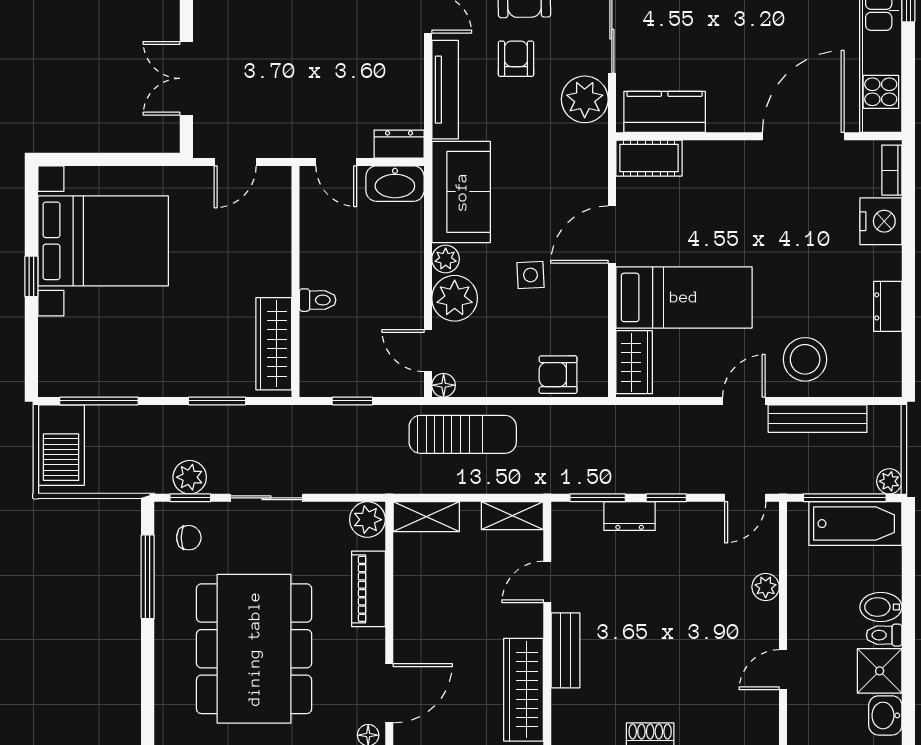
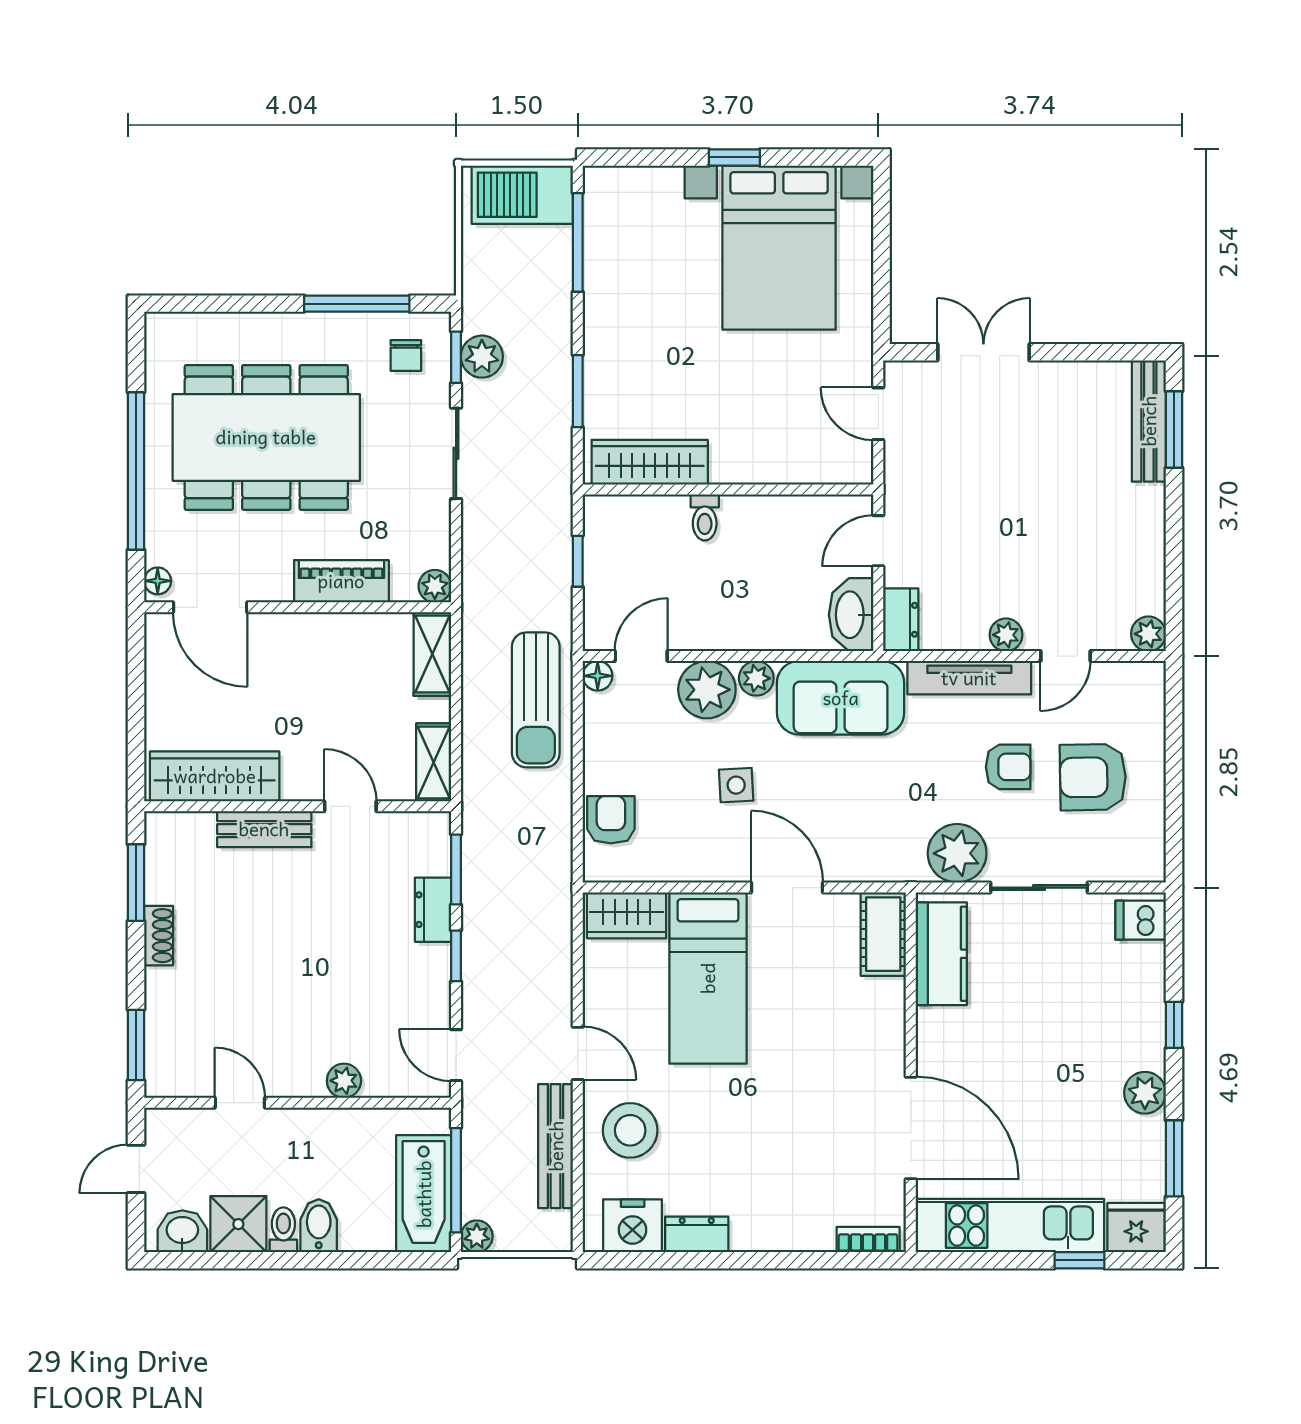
plant: (411, 60) -> (1006, 635), added
nightstand: (881, 221) -> (633, 1226), moved
plant: (367, 520) -> (435, 586), width x0.73, depth x0.73

